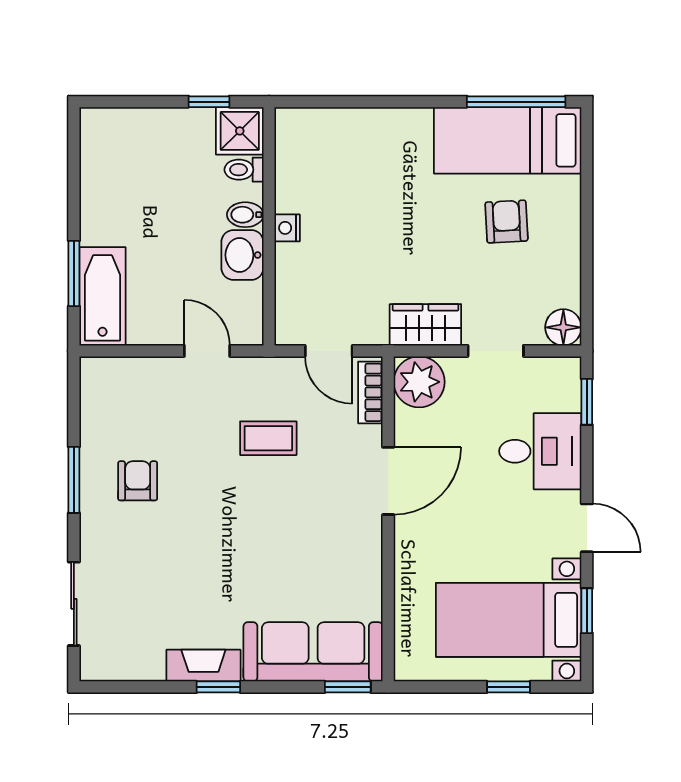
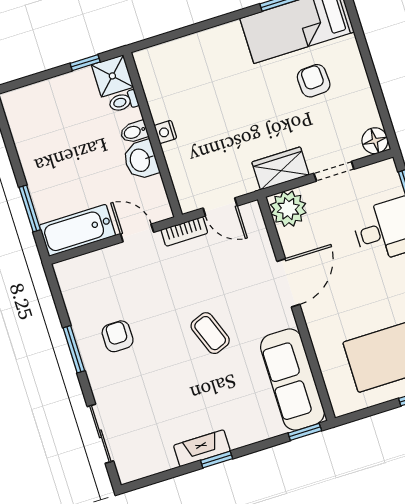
bathtub: (102, 296) -> (77, 230), moved, turned -90
bookcase: (370, 392) -> (184, 231), moved, turned -90
coffee table: (268, 438) -> (210, 333), moved, turned 69
sofa: (313, 652) -> (292, 380), moved, turned -90

